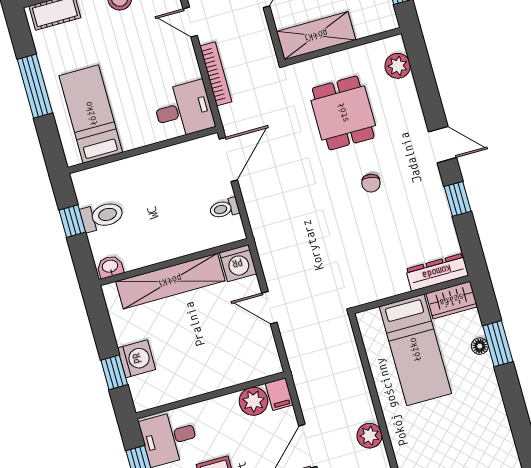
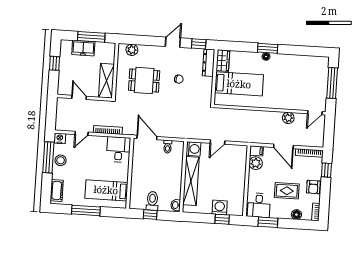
dresser: (437, 272) -> (209, 63), moved
wall: (412, 294) -> (214, 77), moved
wardrobe: (452, 300) -> (223, 61), moved
bed: (415, 350) -> (239, 84), moved

